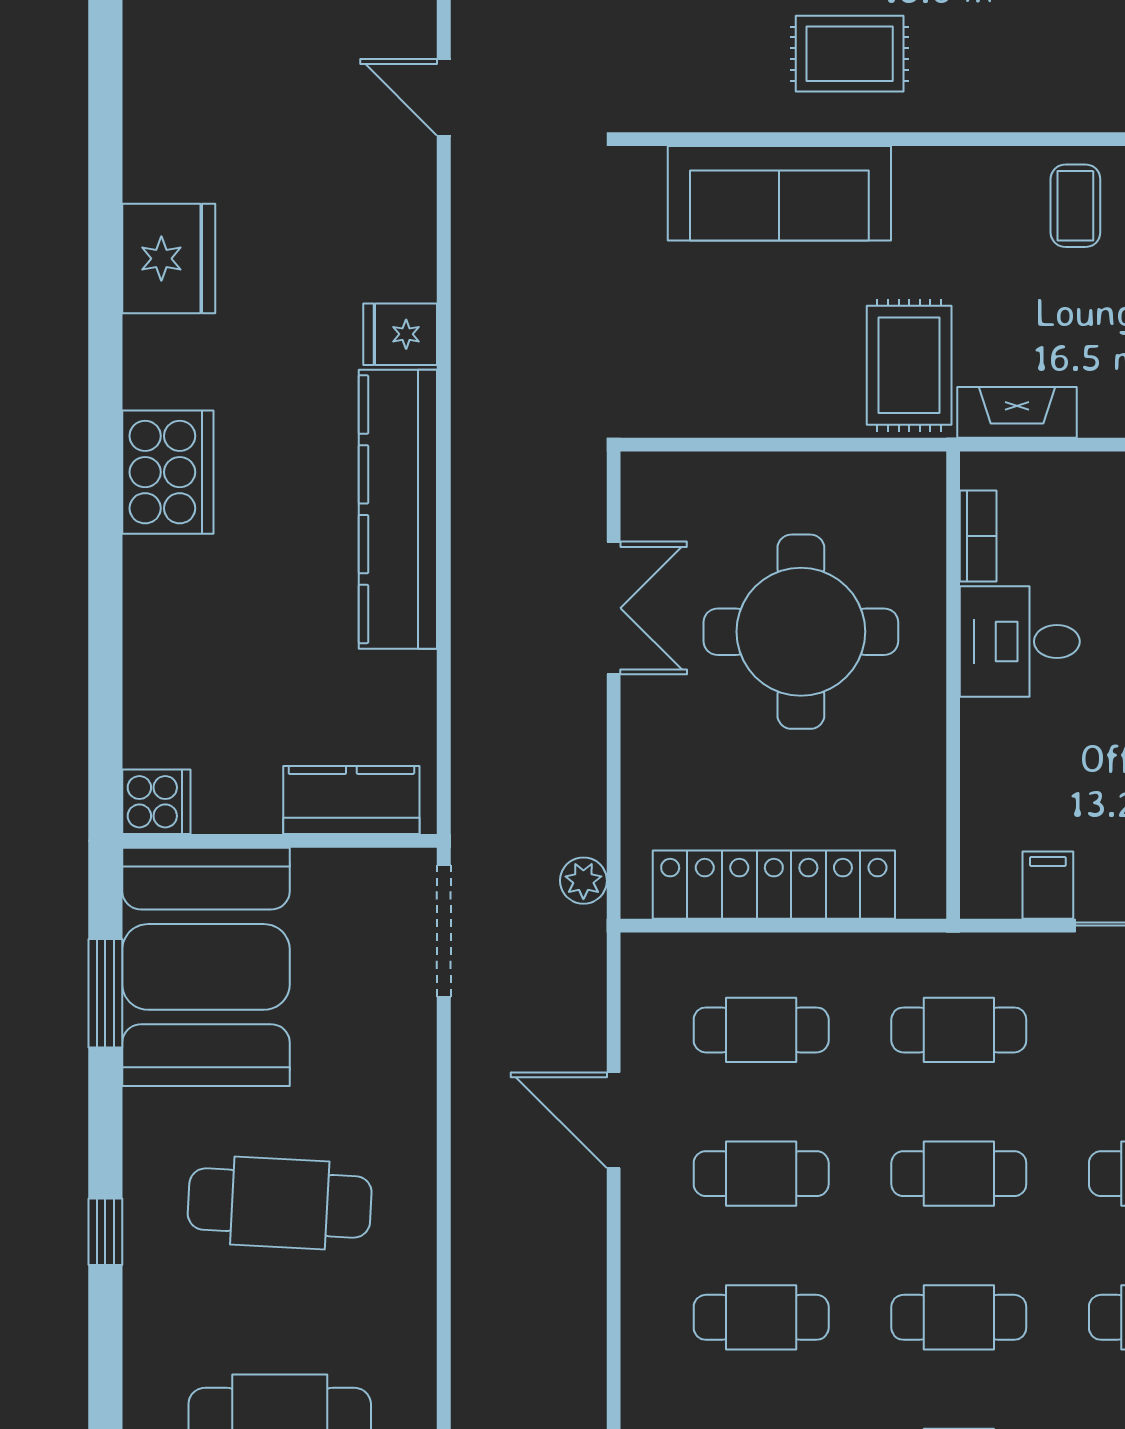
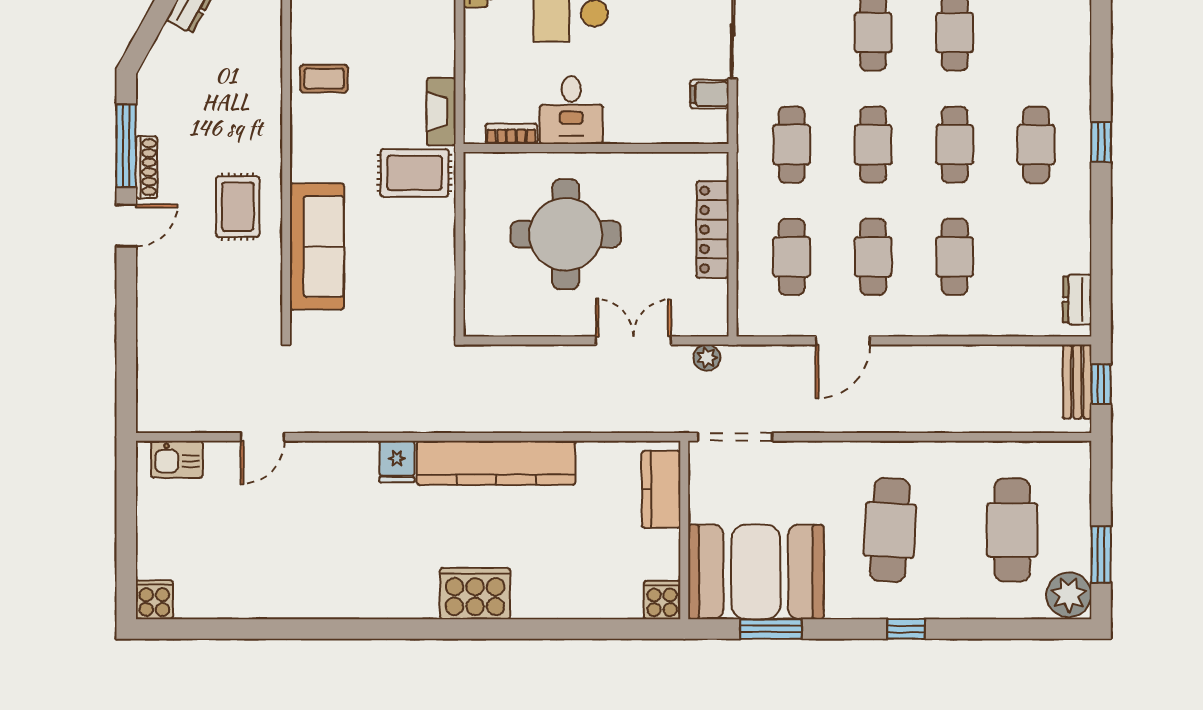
fridge: (169, 259) -> (354, 593), removed
double door: (614, 608) -> (633, 341), moved
locker: (774, 885) -> (713, 230), width x0.71, depth x0.83

